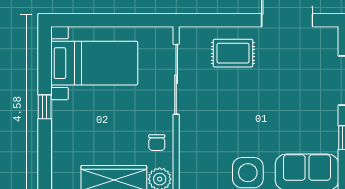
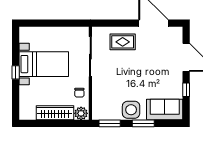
bed with nightstands: (94, 63) -> (44, 64), moved

